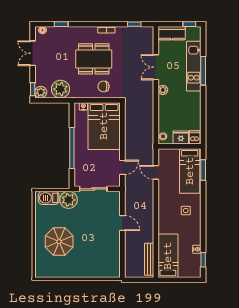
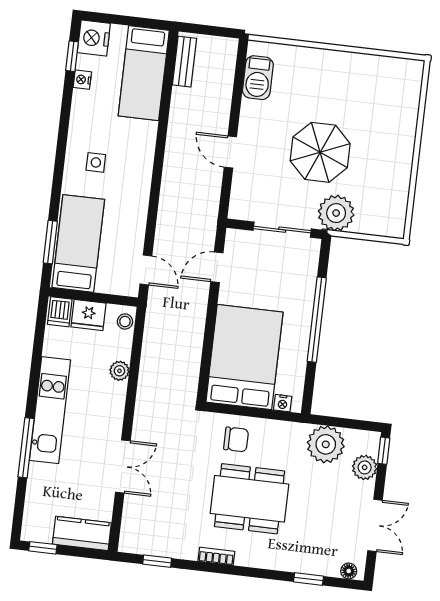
kitchen unit: (194, 66) -> (50, 410), moved
plant: (163, 90) -> (119, 371), moved
plant: (41, 92) -> (365, 467), moved
door: (156, 172) -> (146, 270), moved
barbecue: (49, 198) -> (258, 78), moved, turned 90
parasol: (59, 242) -> (320, 152), moved
bench: (149, 259) -> (185, 62), width x0.73
nightstand: (194, 270) -> (94, 38), added

